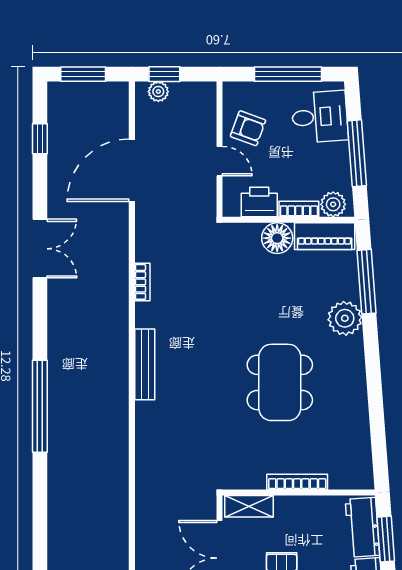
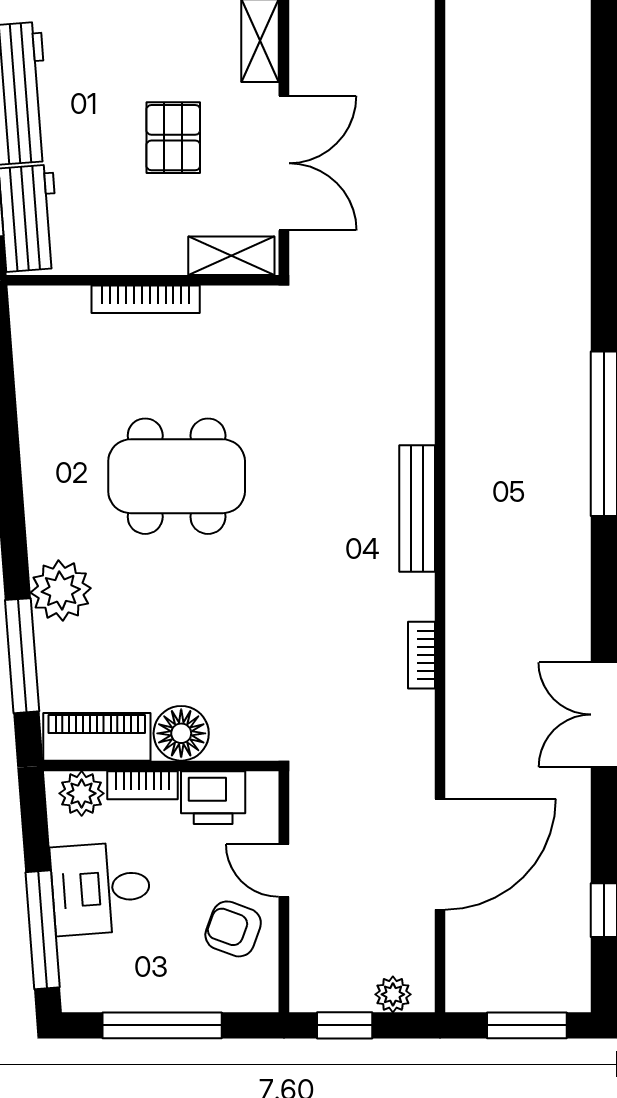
window: (164, 74) -> (345, 1025), moved
desk: (320, 117) -> (101, 888), moved
window: (357, 153) -> (43, 930), moved
dining table: (280, 382) -> (177, 476), turned 90

